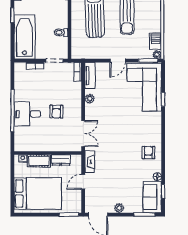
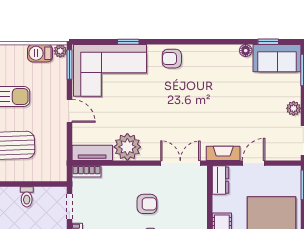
plant: (90, 99) -> (127, 147), width x1.88, depth x1.88
armchair: (148, 153) -> (172, 59), moved
dresser: (61, 160) -> (221, 180), moved
door: (83, 182) -> (254, 163), swing flipped

